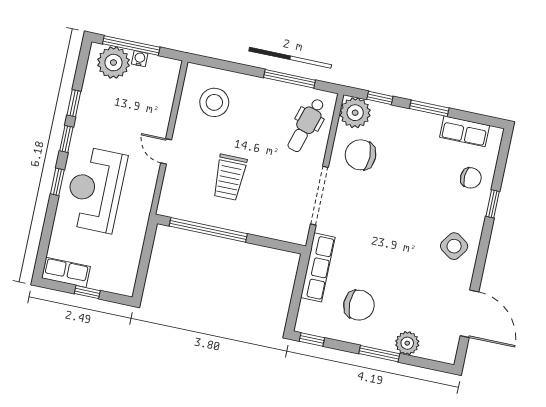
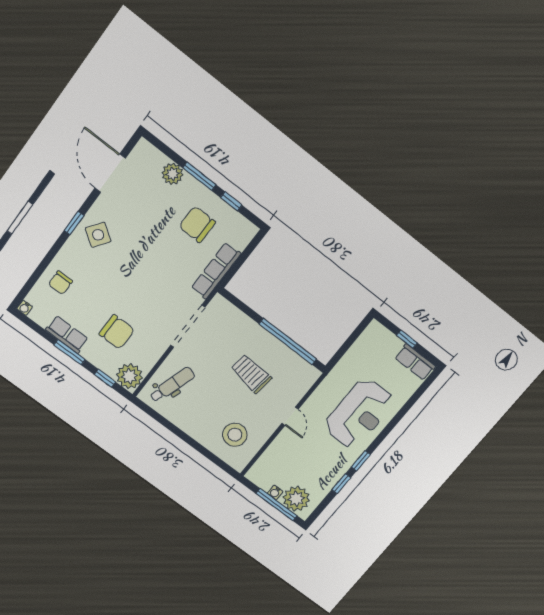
window: (289, 79) -> (169, 425), removed
row of seats: (465, 131) -> (67, 334), moved
water cooler: (496, 134) -> (25, 308), added
chair: (361, 155) -> (117, 332), moved
trolley: (230, 177) -> (251, 374), turned -83
chair: (471, 178) -> (60, 283), turned -93
window: (57, 182) -> (385, 433), removed
window: (493, 204) -> (74, 223), moved
window: (312, 339) -> (231, 201), moved

